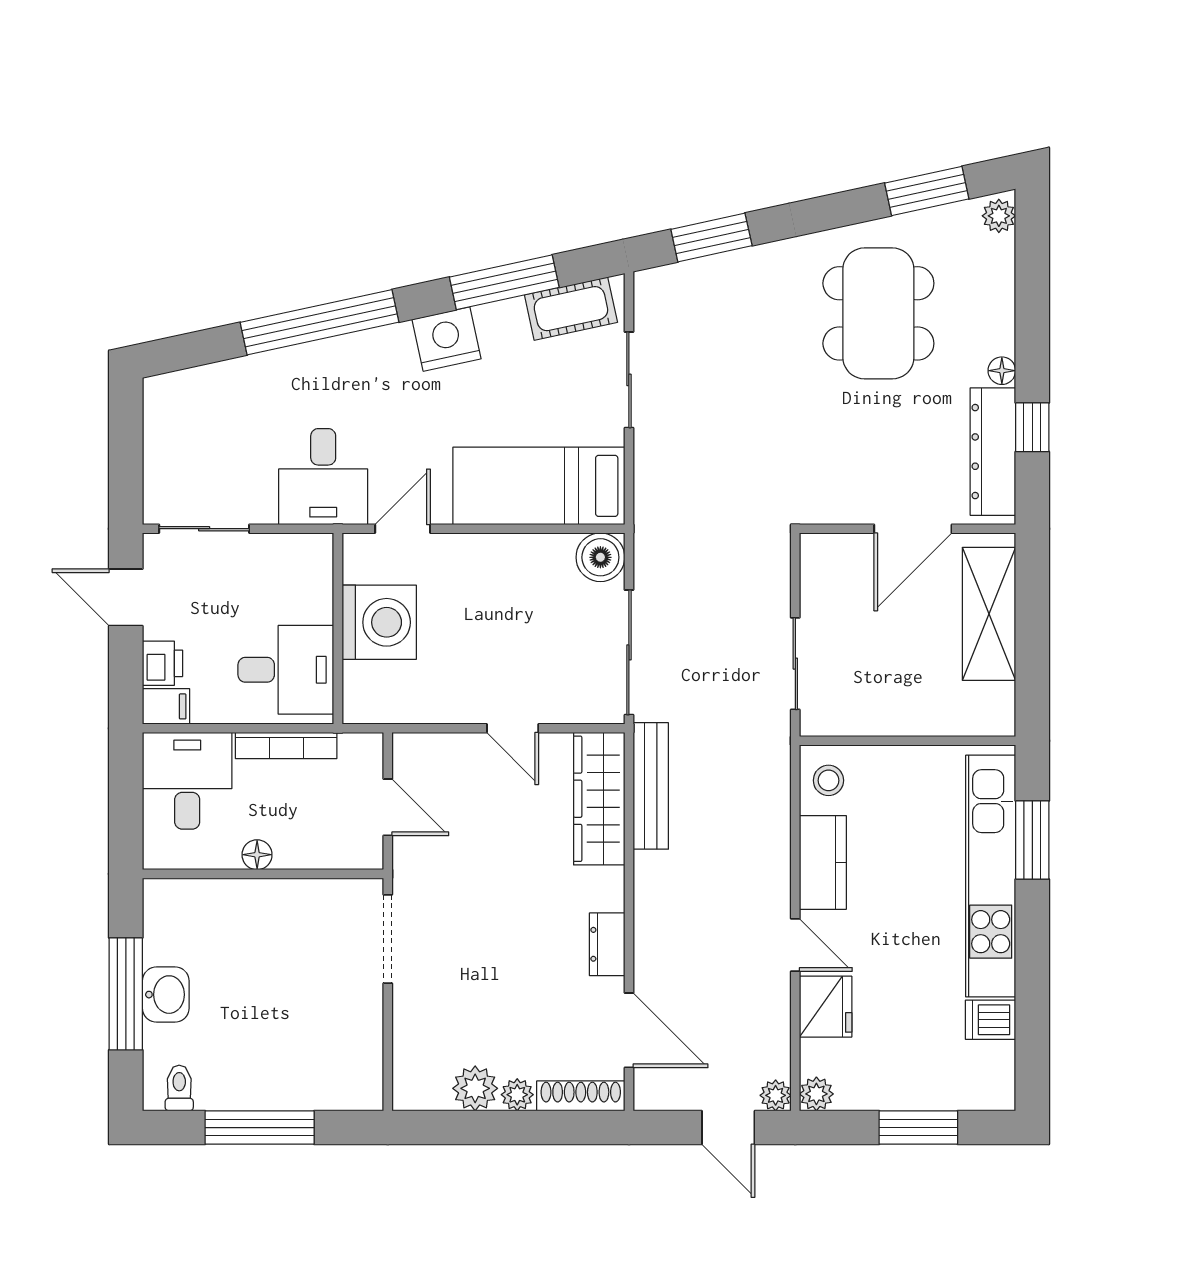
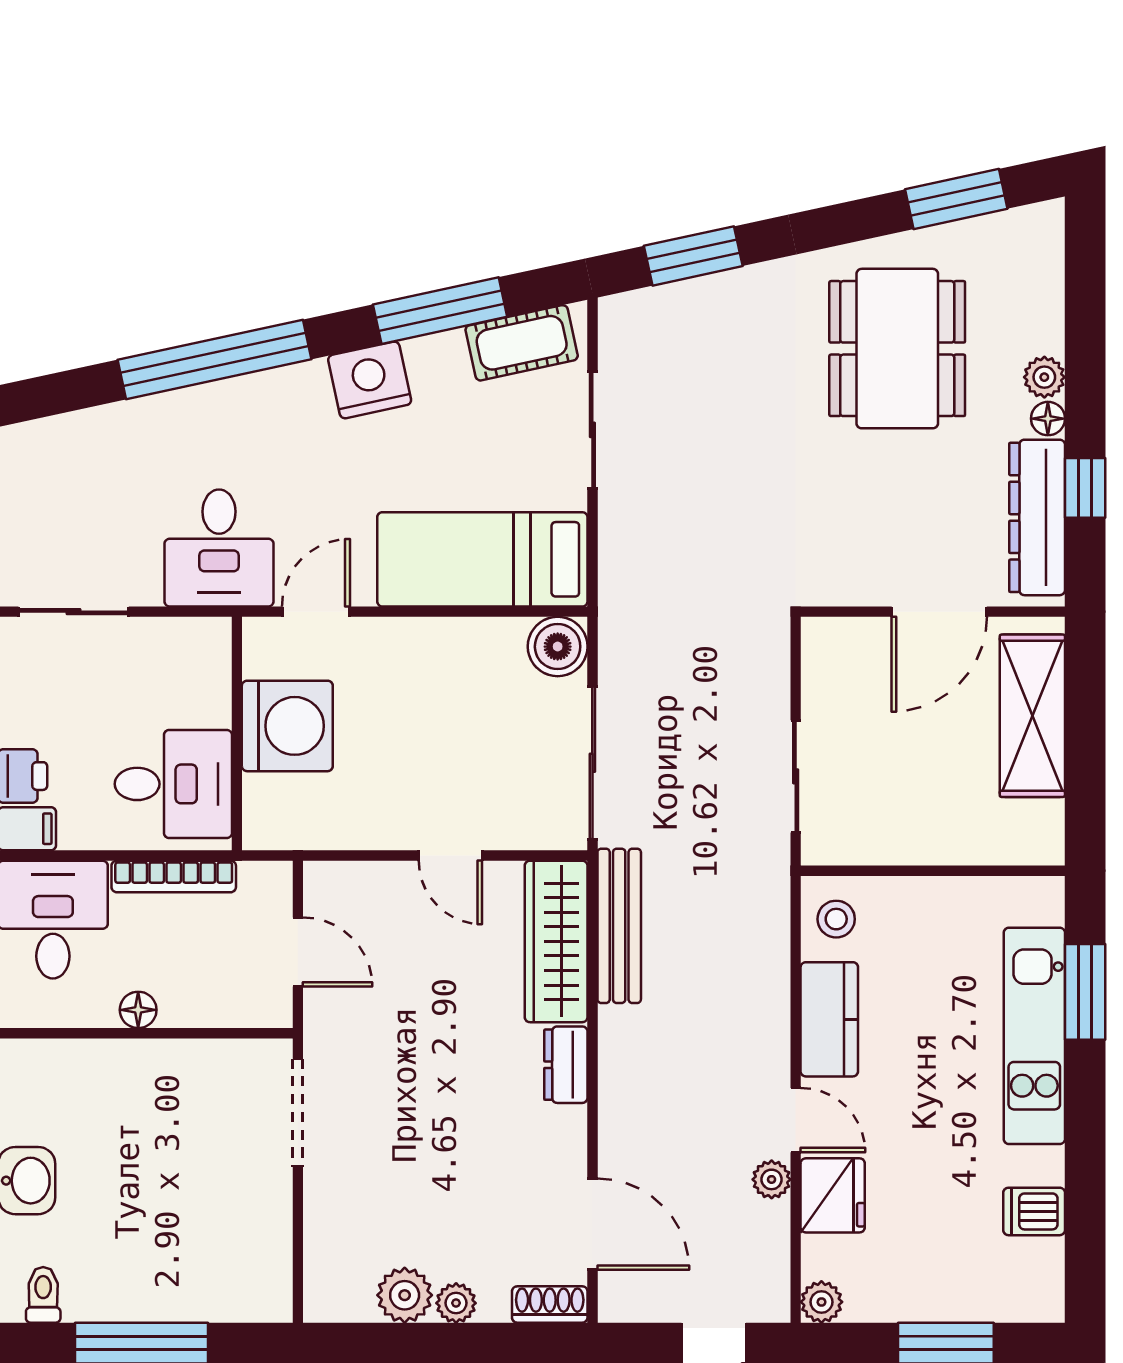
plant: (999, 216) -> (1044, 377), moved
kitchen unit: (991, 876) -> (1034, 1036), width x0.73
dresser: (607, 944) -> (566, 1065), moved
plant: (776, 1095) -> (772, 1179), moved
shoe rack: (581, 1096) -> (550, 1304), width x0.70

